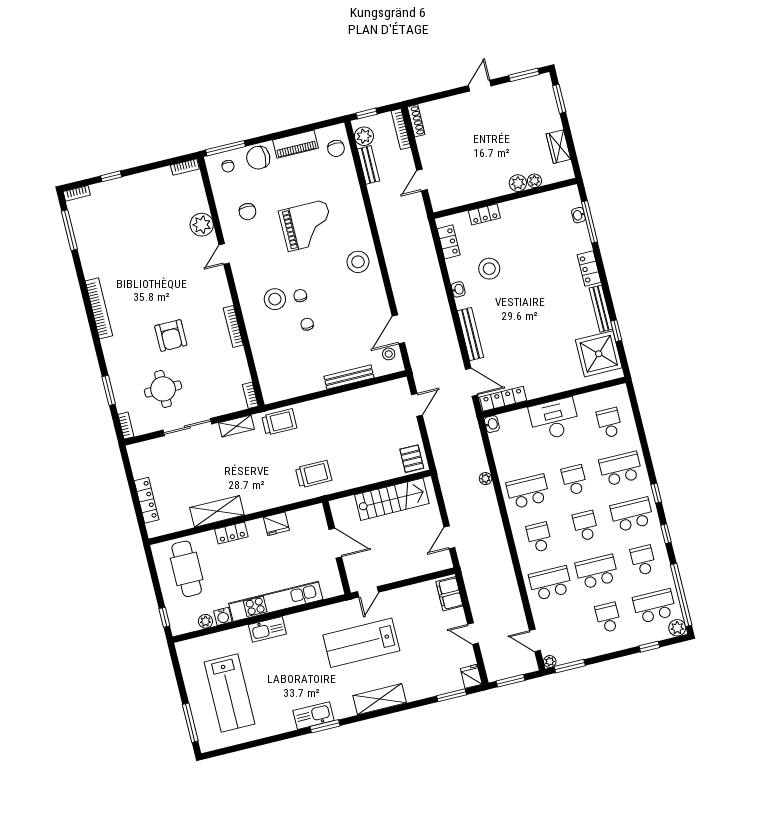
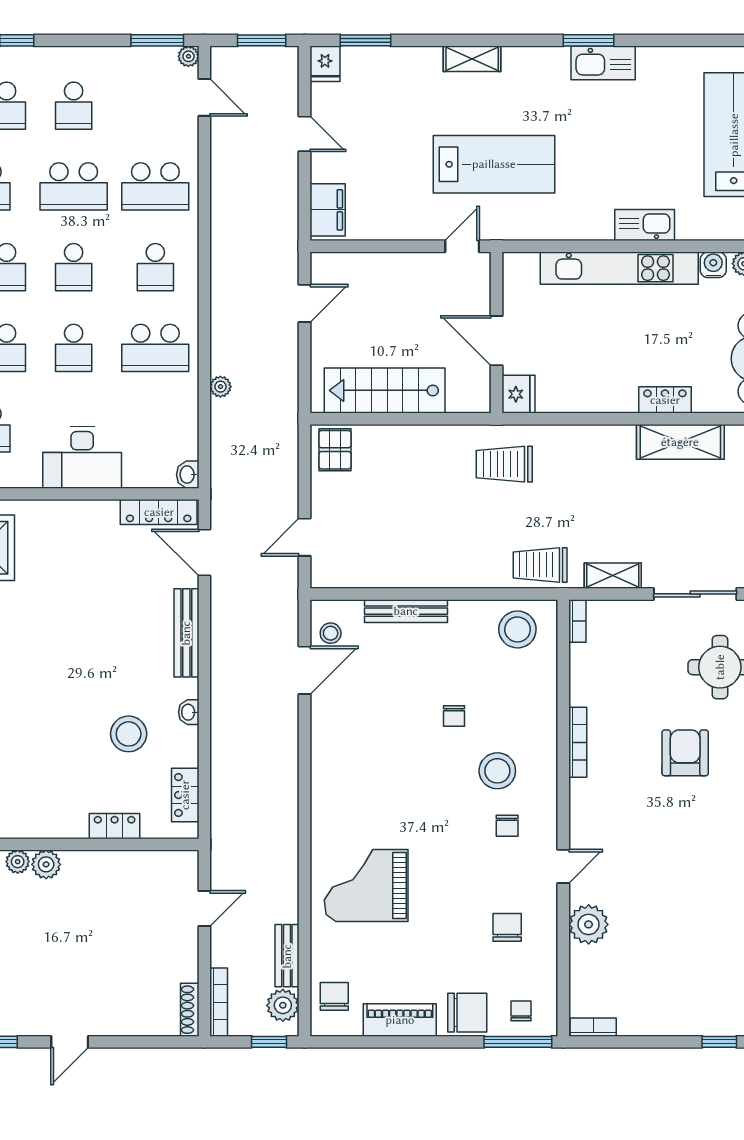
grand piano: (307, 226) -> (366, 885), moved
stool: (358, 262) -> (517, 629), moved
chair: (300, 296) -> (507, 826), moved
fridge: (276, 524) -> (518, 394), moved, turned 90
shelving: (380, 699) -> (472, 59), width x0.67, depth x0.75

